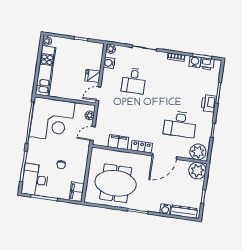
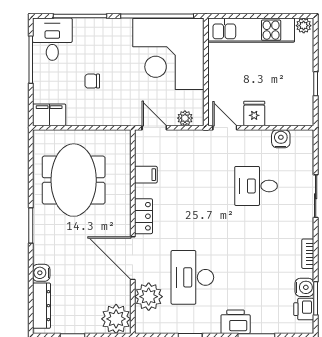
plant: (111, 49) -> (306, 138), removed
filing cabinet: (118, 142) -> (146, 175), width x0.50
plant: (198, 152) -> (149, 297), moved
desk: (35, 180) -> (52, 39), width x0.73

